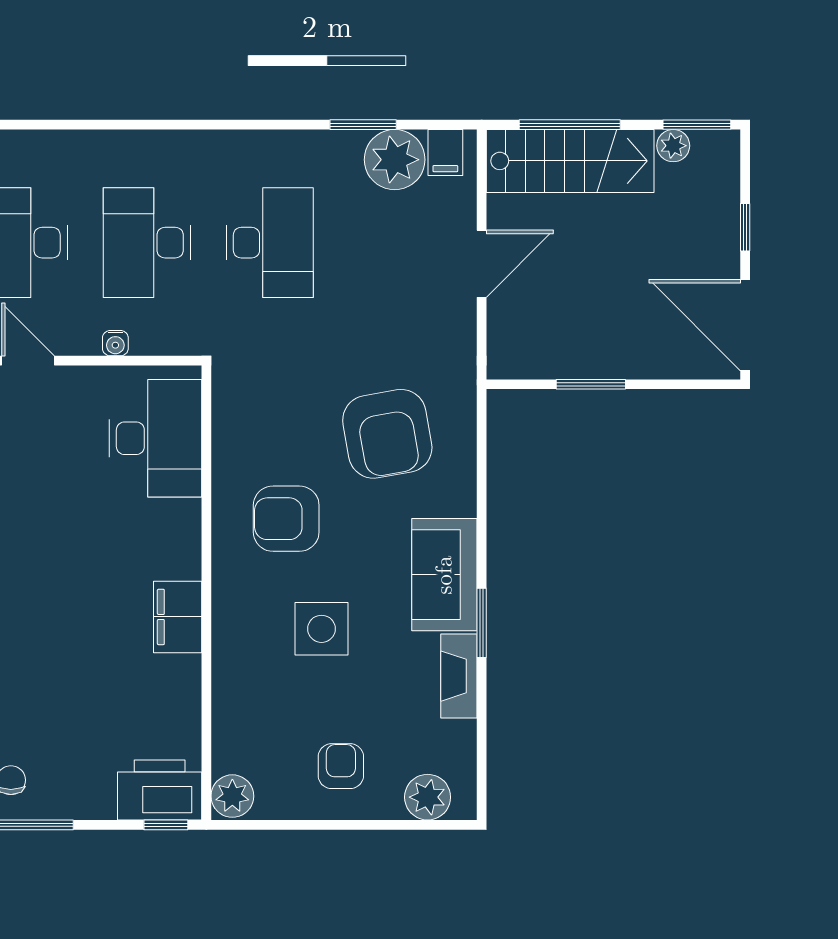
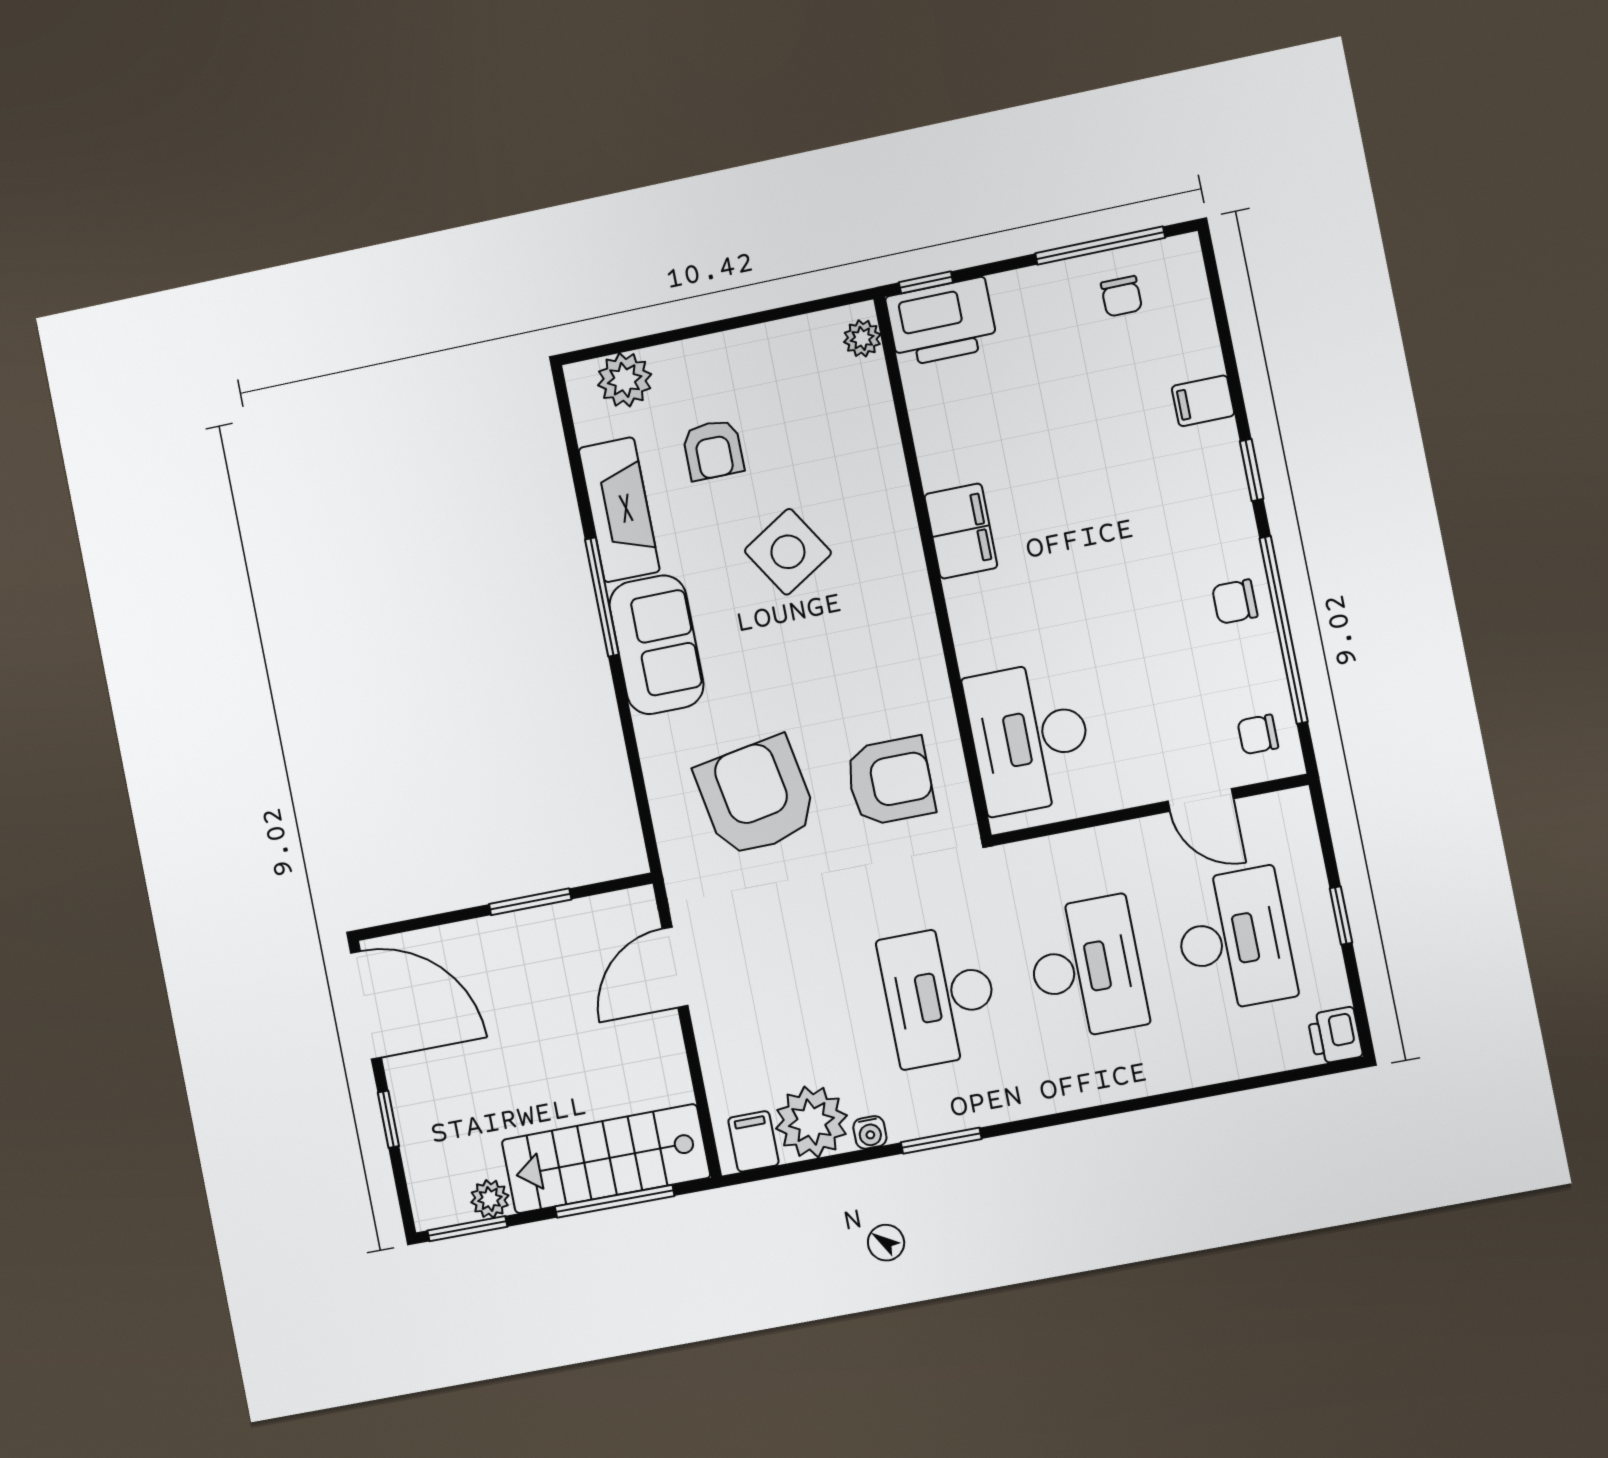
window: (363, 125) -> (941, 1141), moved
door: (482, 264) -> (675, 967), moved
water cooler: (115, 343) -> (870, 1132), moved, turned 180
armchair: (286, 519) -> (890, 781), moved
window: (482, 623) -> (602, 597), width x1.44
side table: (322, 629) -> (788, 552), turned -32
fireplace: (459, 676) -> (619, 510), width x1.37, depth x1.32
armchair: (341, 766) -> (713, 450), moved
plant: (232, 796) -> (862, 338), width x0.73, depth x0.73

